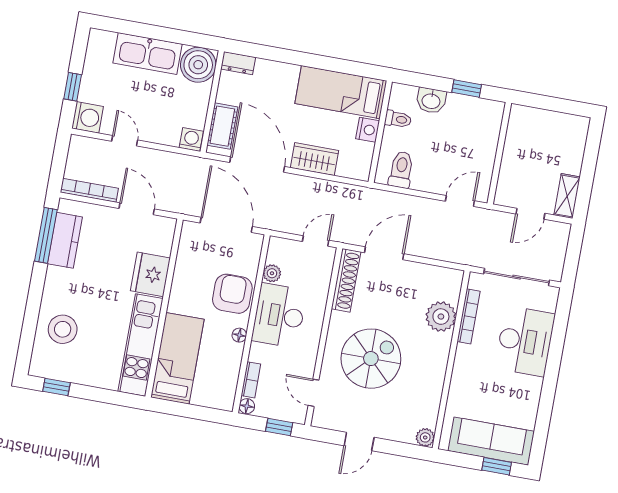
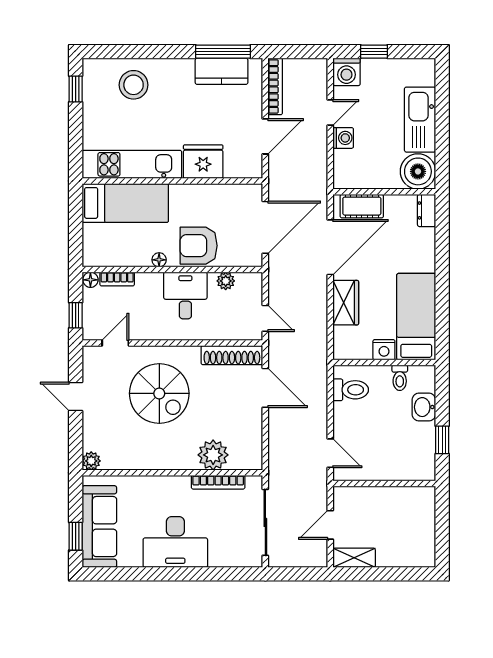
washing machine: (191, 139) -> (343, 138), moved
door: (530, 214) -> (330, 525), hinge flipped
armchair: (232, 294) -> (199, 246), turned 180
desk: (279, 316) -> (185, 296), width x0.73
desk: (525, 341) -> (175, 542), moved

